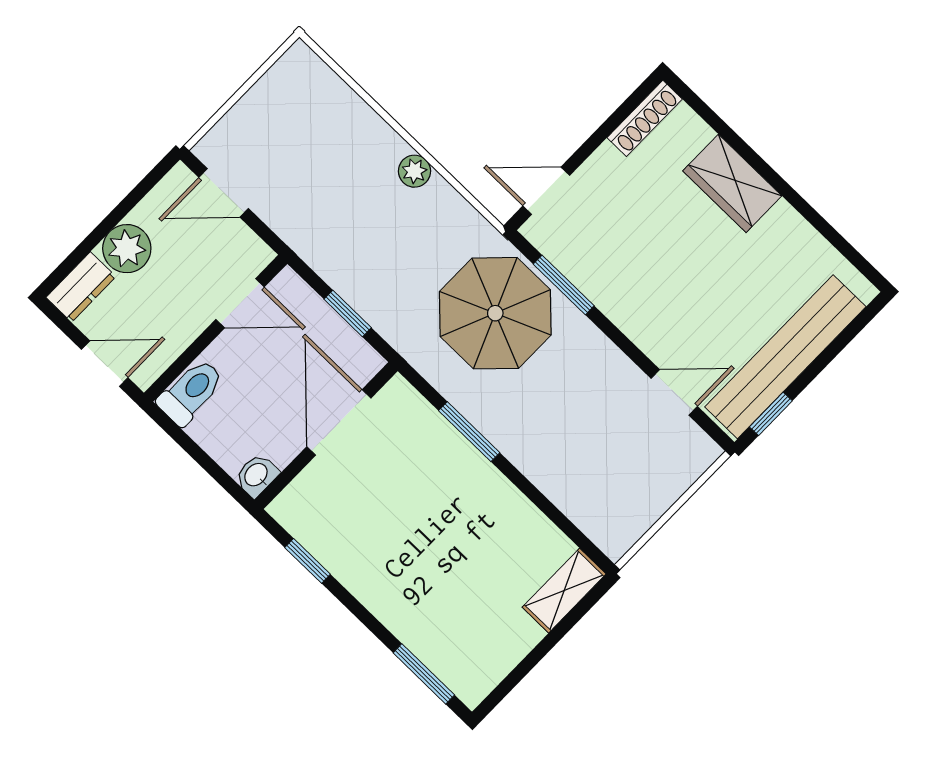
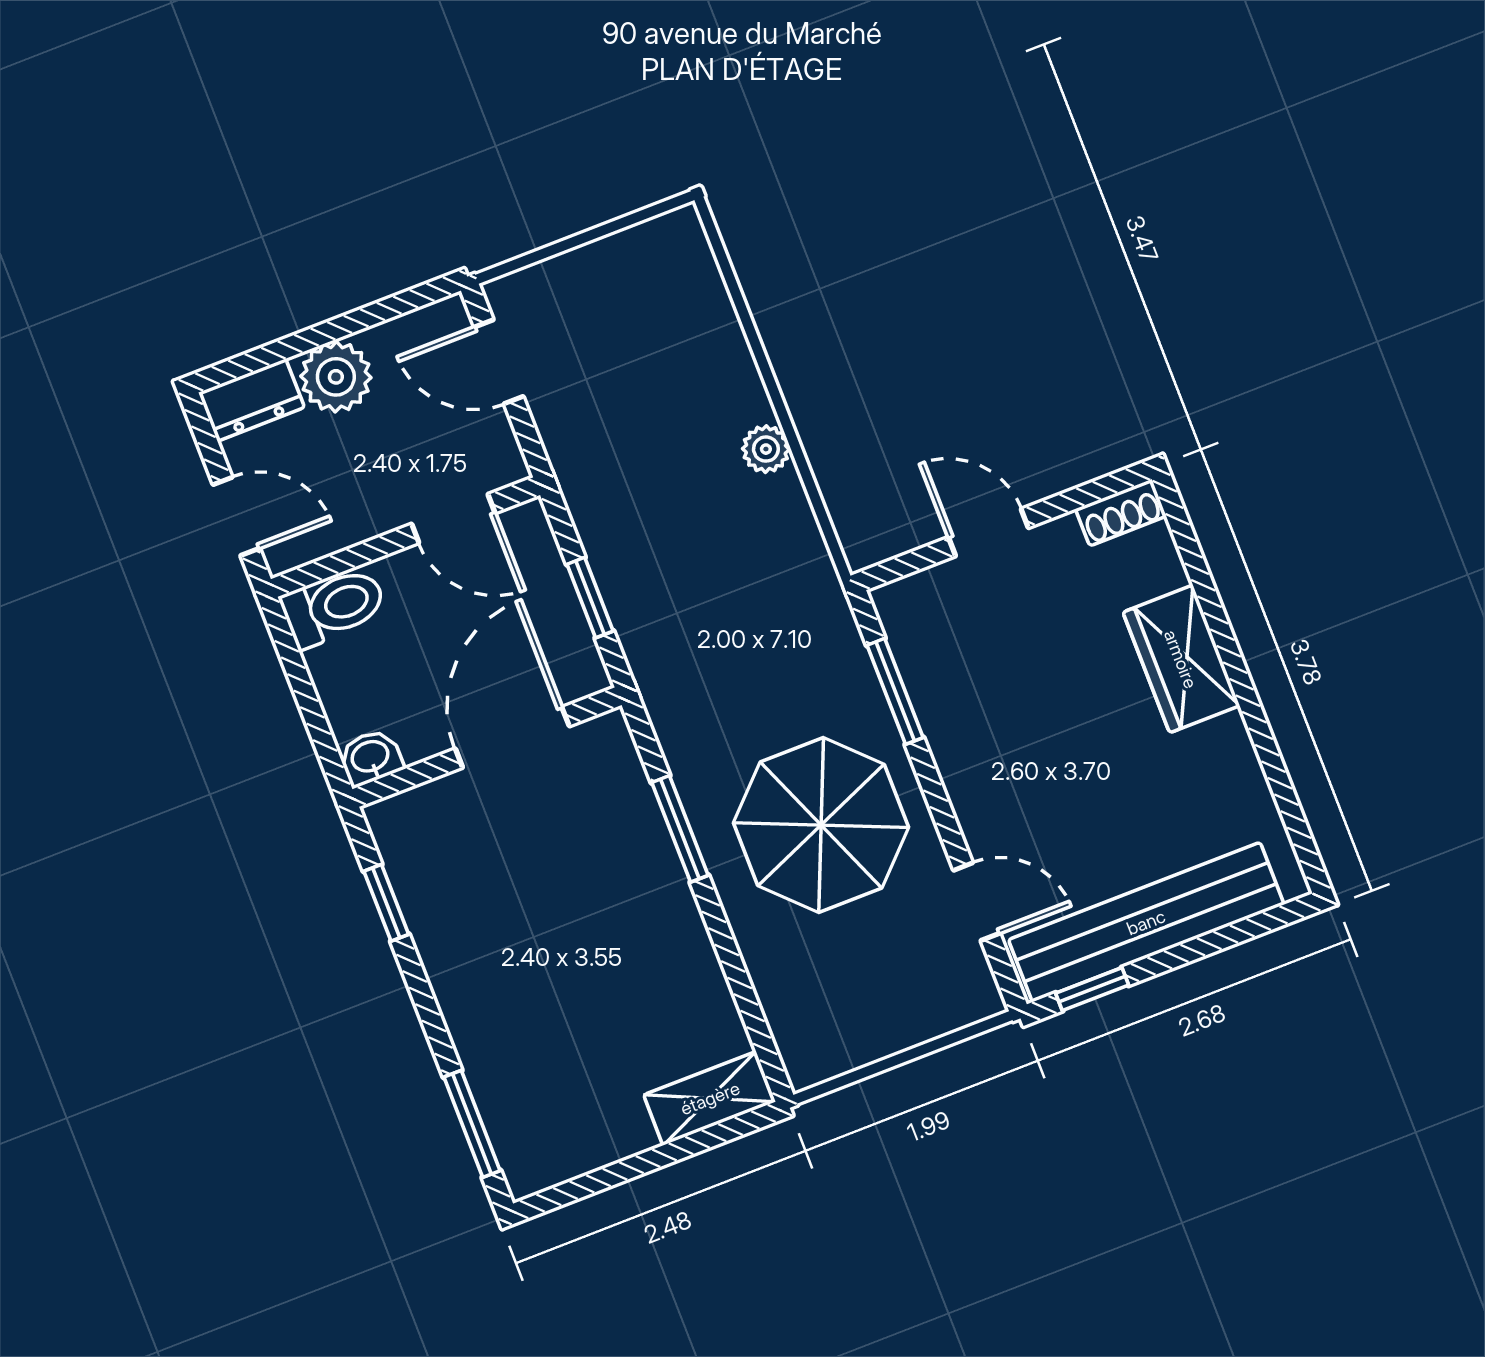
shoe rack: (645, 118) -> (1121, 513), width x0.70
door: (546, 191) -> (988, 533), moved
parasol: (495, 313) -> (821, 825), moved

